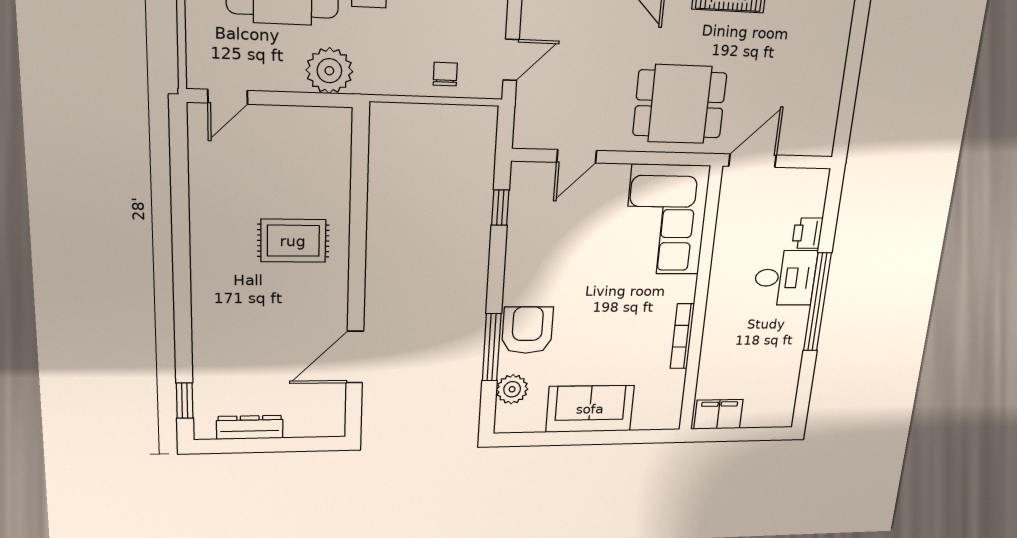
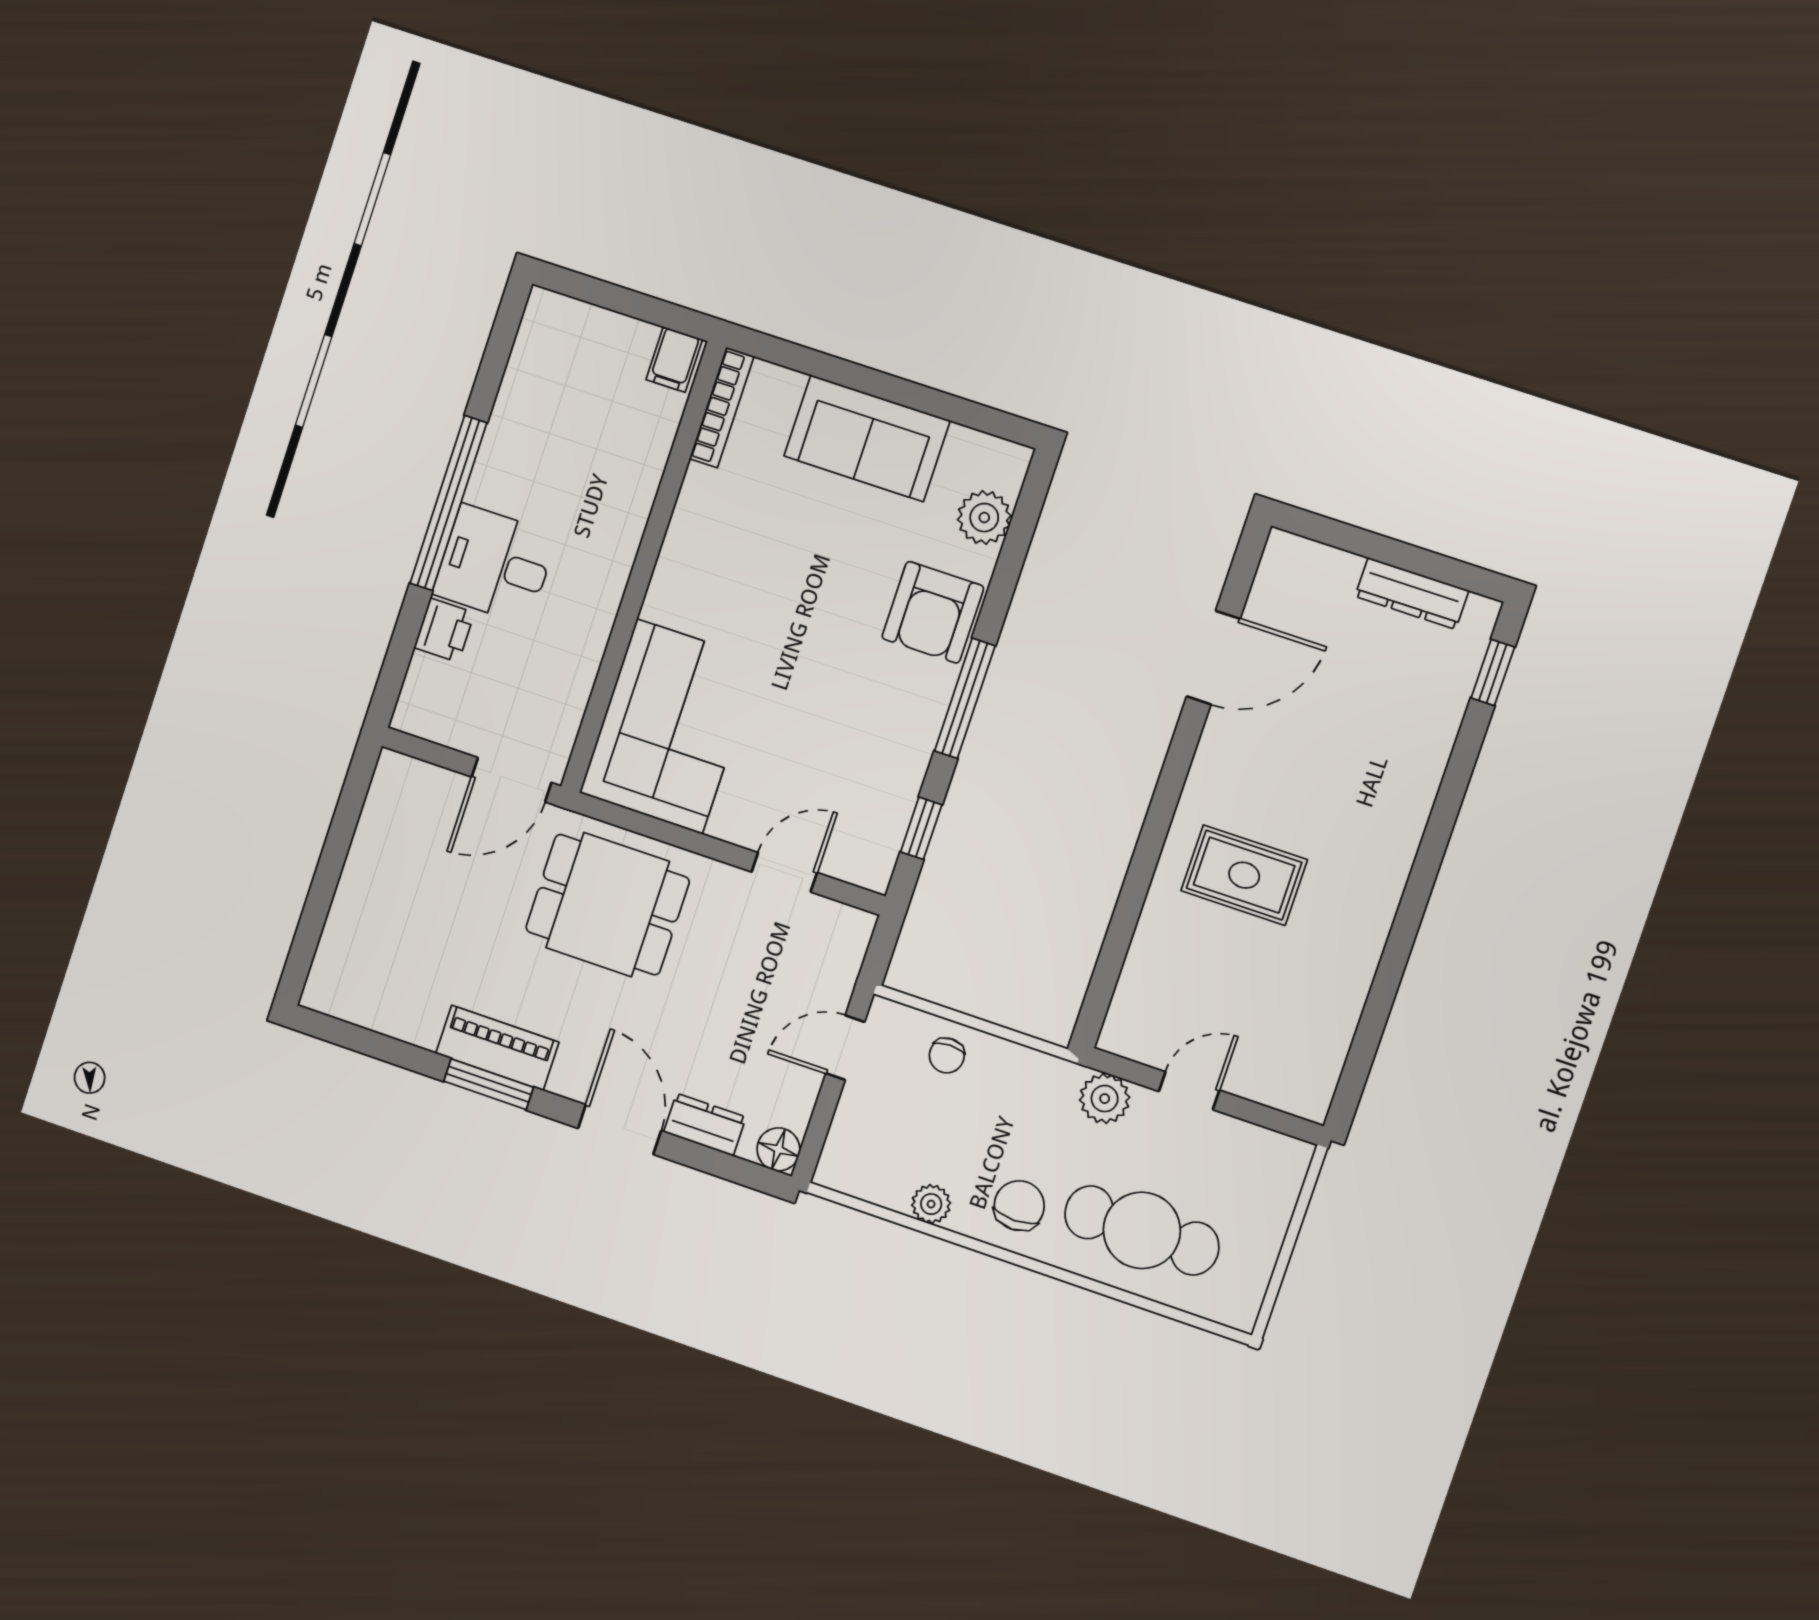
plant: (329, 71) -> (1105, 1099), width x0.73, depth x0.73
door: (228, 97) -> (1189, 1091), moved
bookcase: (682, 336) -> (722, 408), moved
window: (492, 347) -> (965, 698), moved
filing cabinet: (718, 414) -> (674, 359), width x0.50

